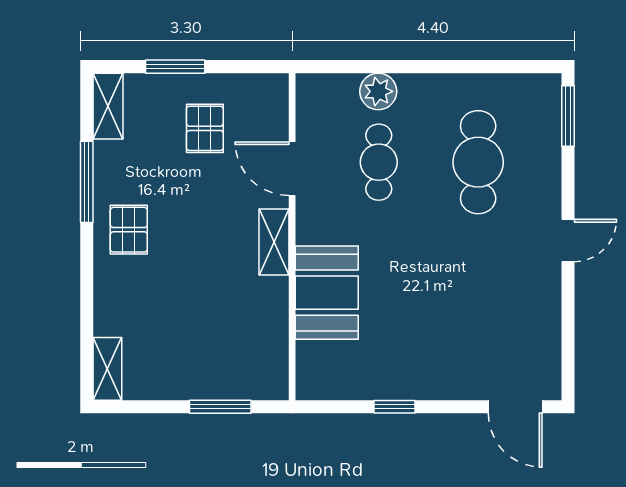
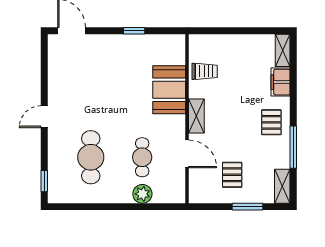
window: (568, 116) -> (44, 181), width x0.67
filing cabinet: (111, 308) -> (281, 82), added
trolley: (258, 328) -> (205, 71), added
window: (220, 407) -> (224, 31), removed

